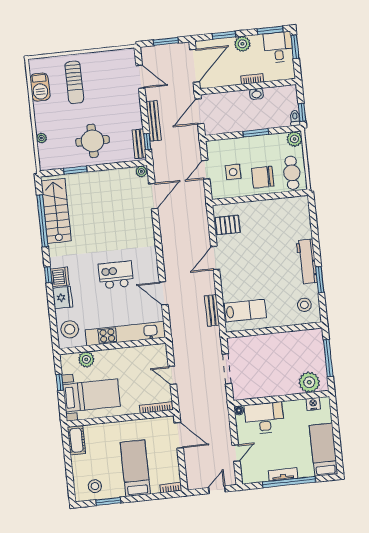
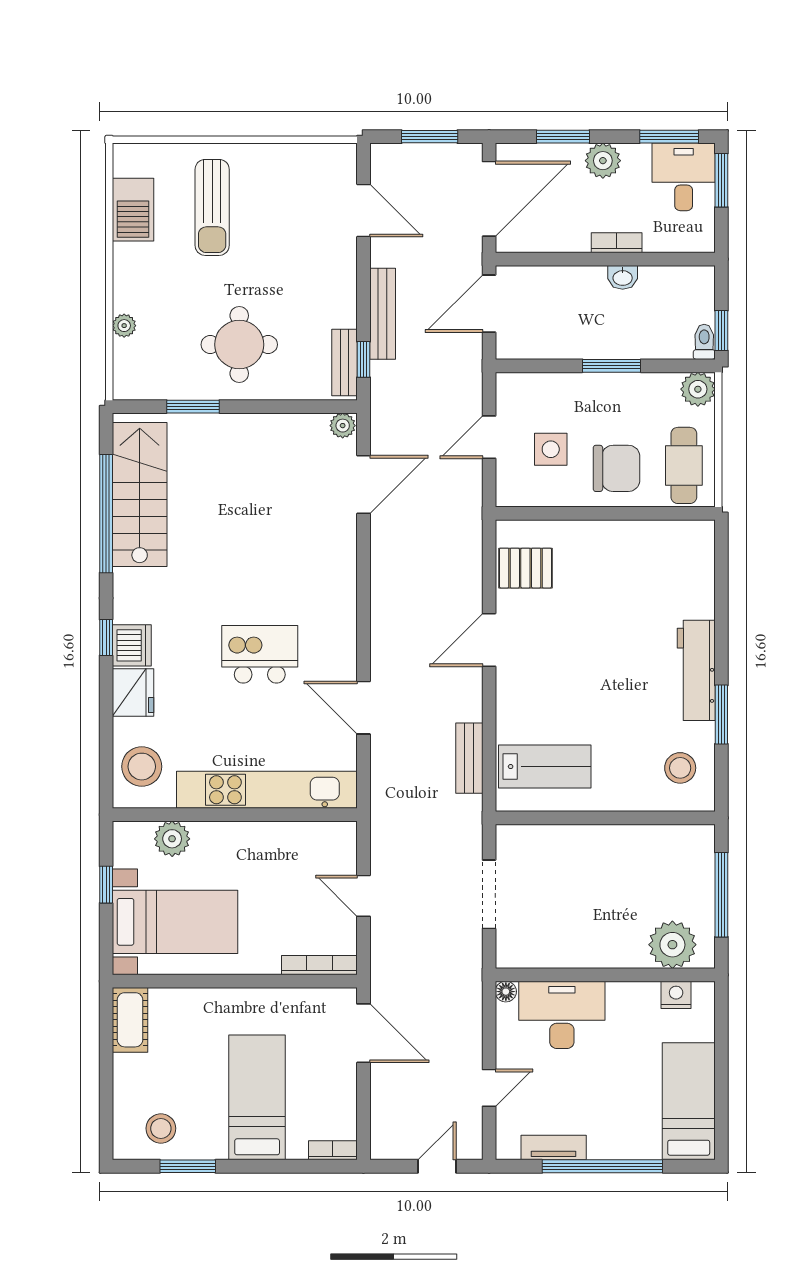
chair: (263, 177) -> (616, 468), turned 180
tv unit: (283, 474) -> (554, 1148), moved

